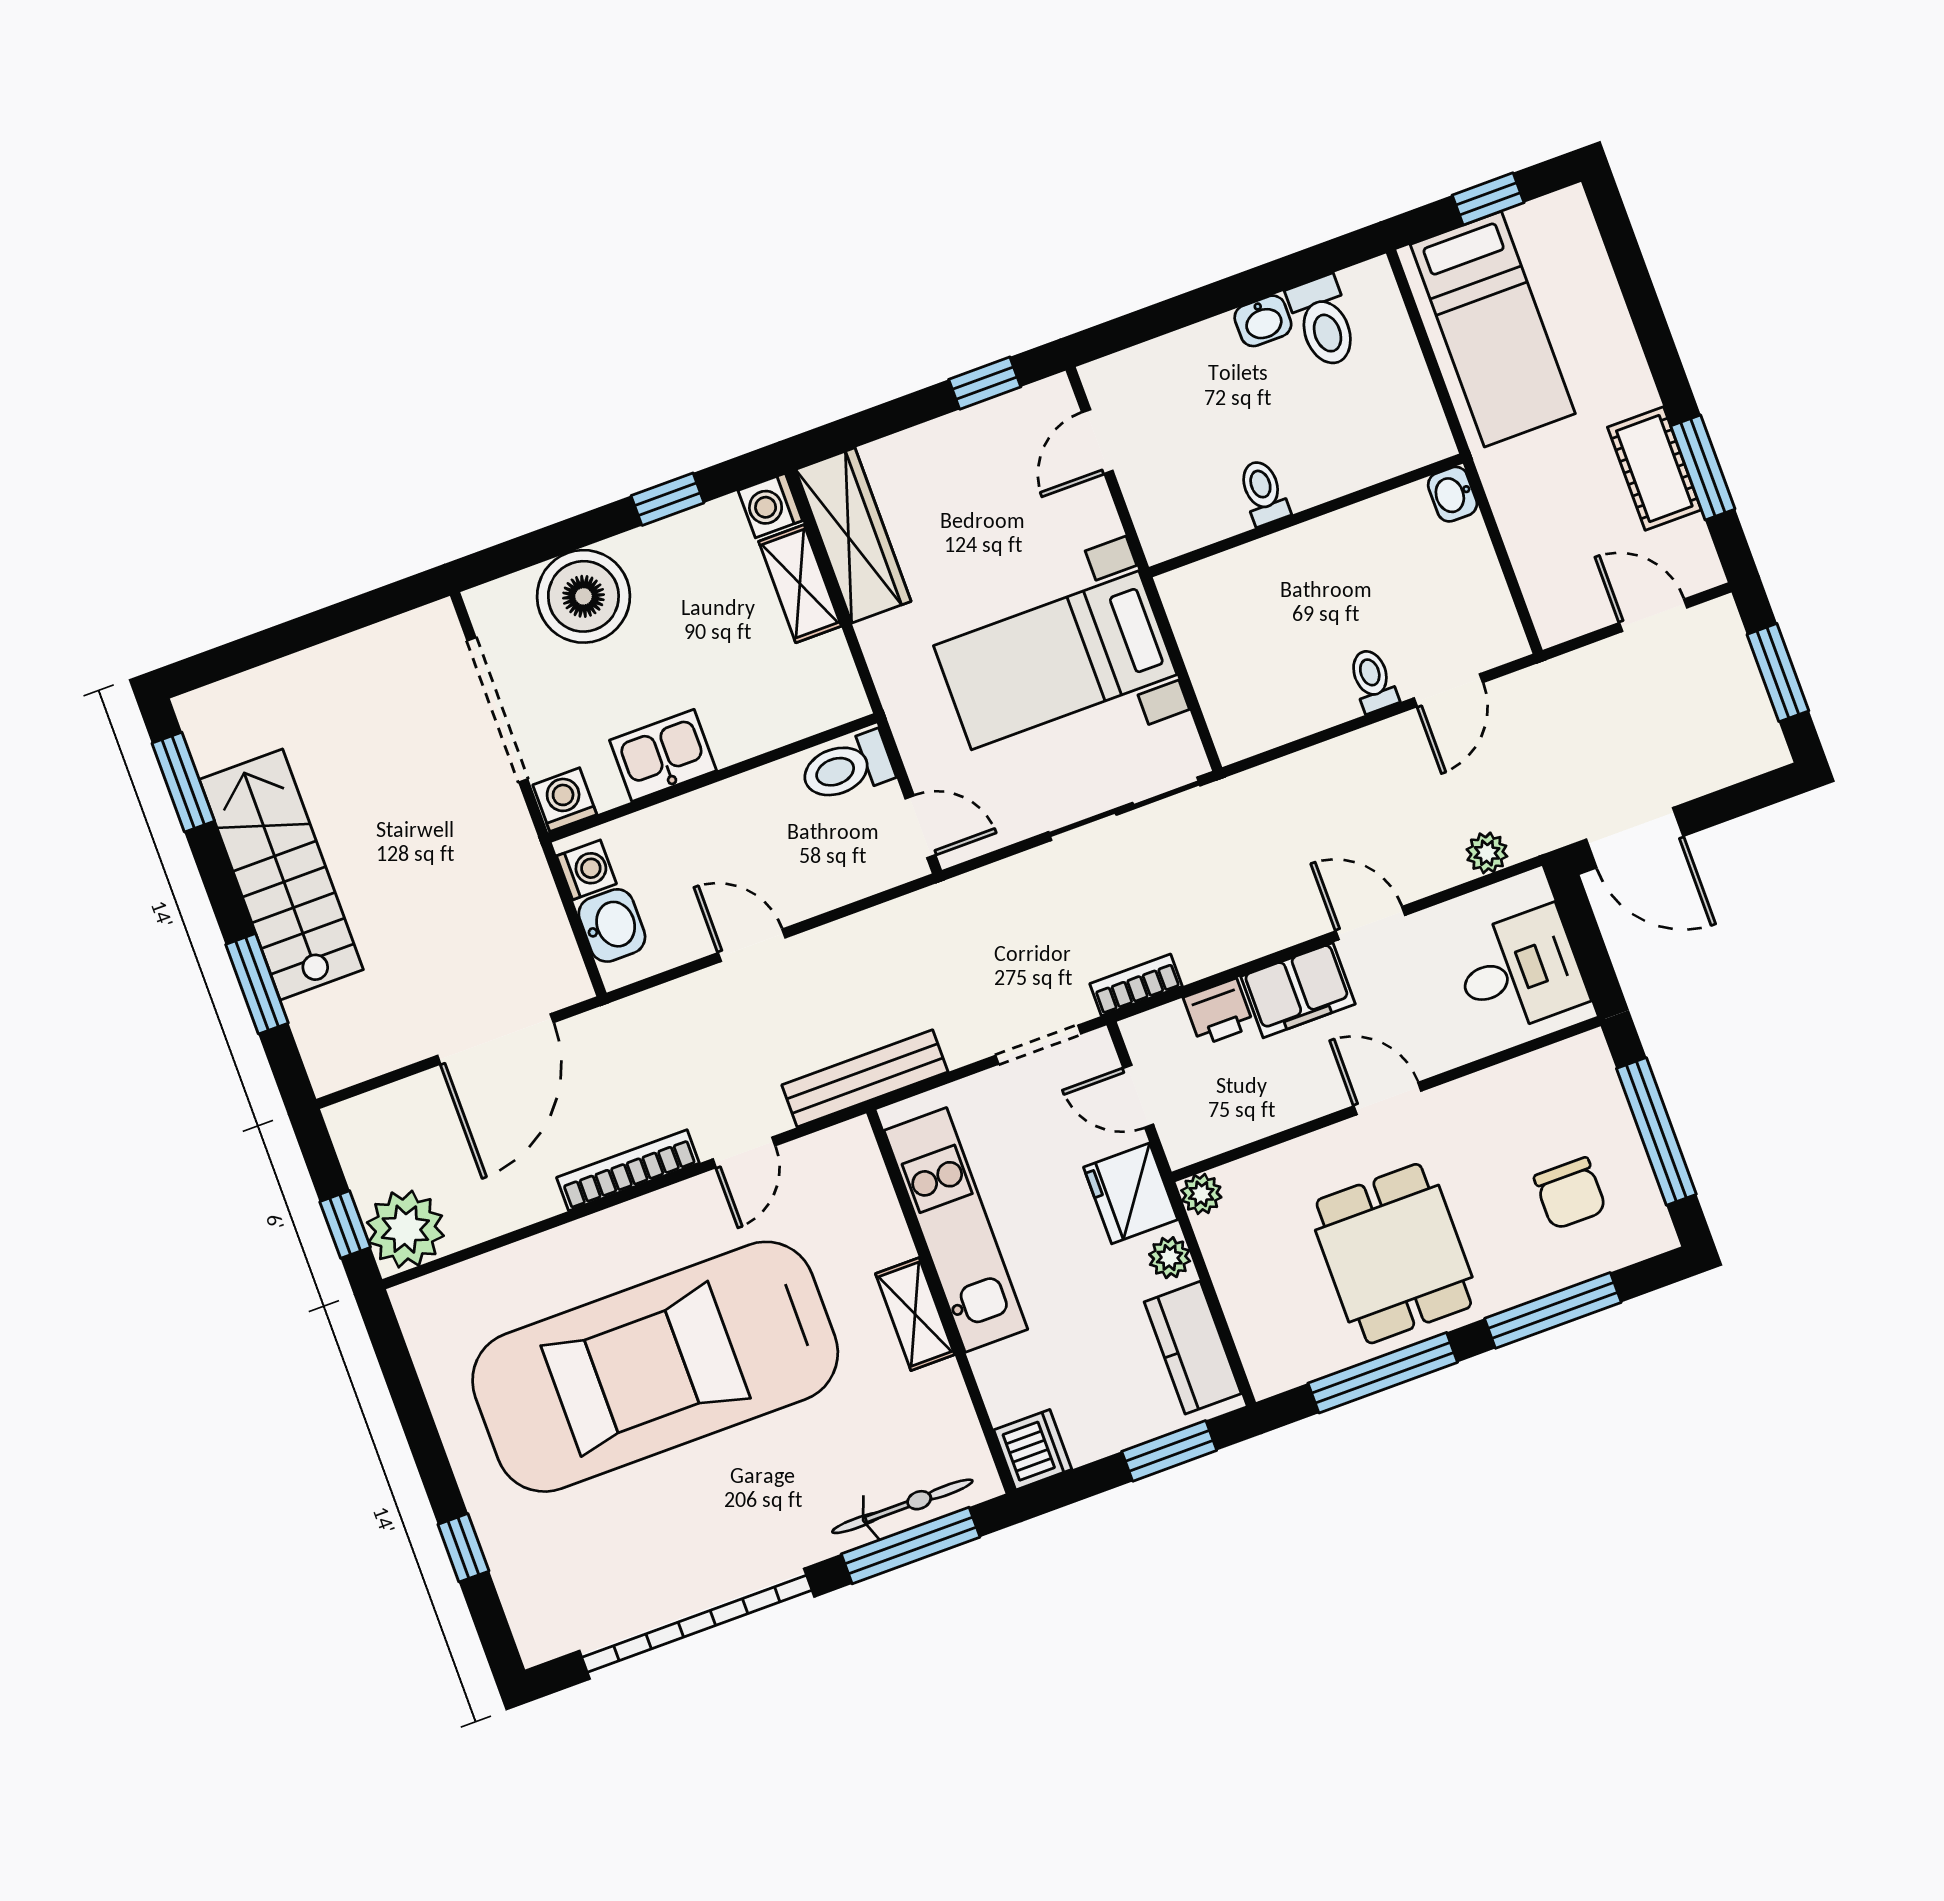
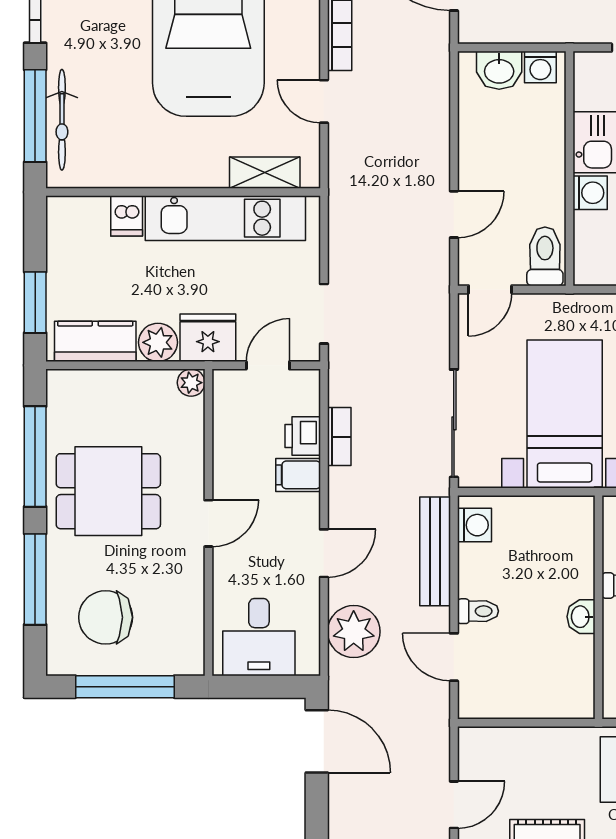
washbasin: (1453, 494) -> (581, 617), moved, turned -90
washing machine: (1255, 729) -> (475, 525), added
washing machine: (565, 800) -> (590, 193), moved
door: (1635, 838) -> (317, 741), swing flipped
plant: (1487, 853) -> (354, 632), width x1.88, depth x1.88
door: (752, 945) -> (454, 214), moved
bookcase: (1136, 985) -> (339, 437), moved
filing cabinet: (1298, 990) -> (298, 475), width x0.50
bench: (865, 1078) -> (435, 551), moved
chair: (1570, 1193) -> (106, 617), width x1.37, depth x1.37
plant: (1170, 1258) -> (158, 342), width x1.38, depth x1.38
shelving: (915, 1314) -> (265, 173), moved
dishwasher: (1033, 1450) -> (127, 216), moved, width x0.73

